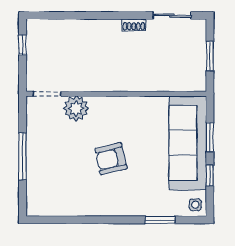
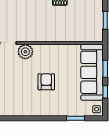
armchair: (111, 159) -> (46, 82), turned 103

